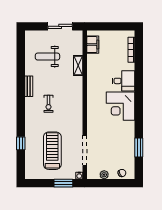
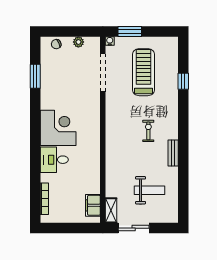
shelving: (78, 66) -> (111, 210), moved
treadmill: (52, 151) -> (144, 72), turned 180

